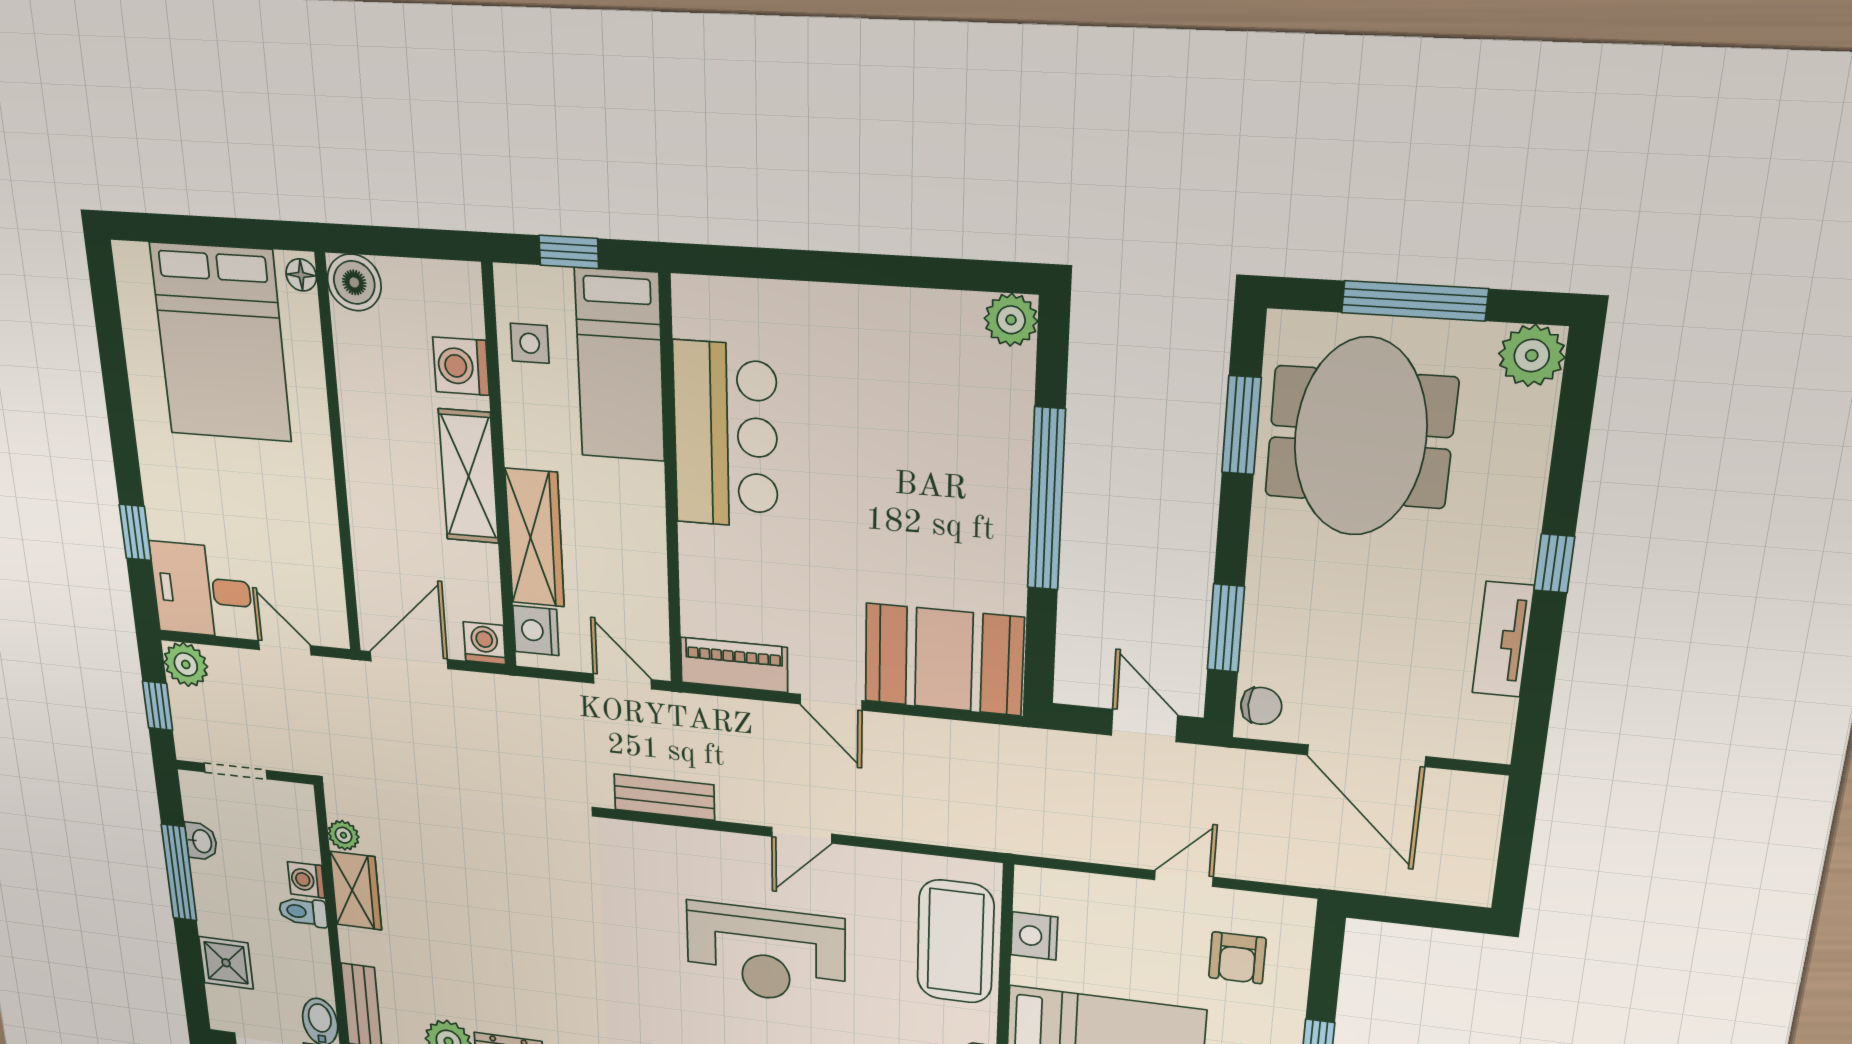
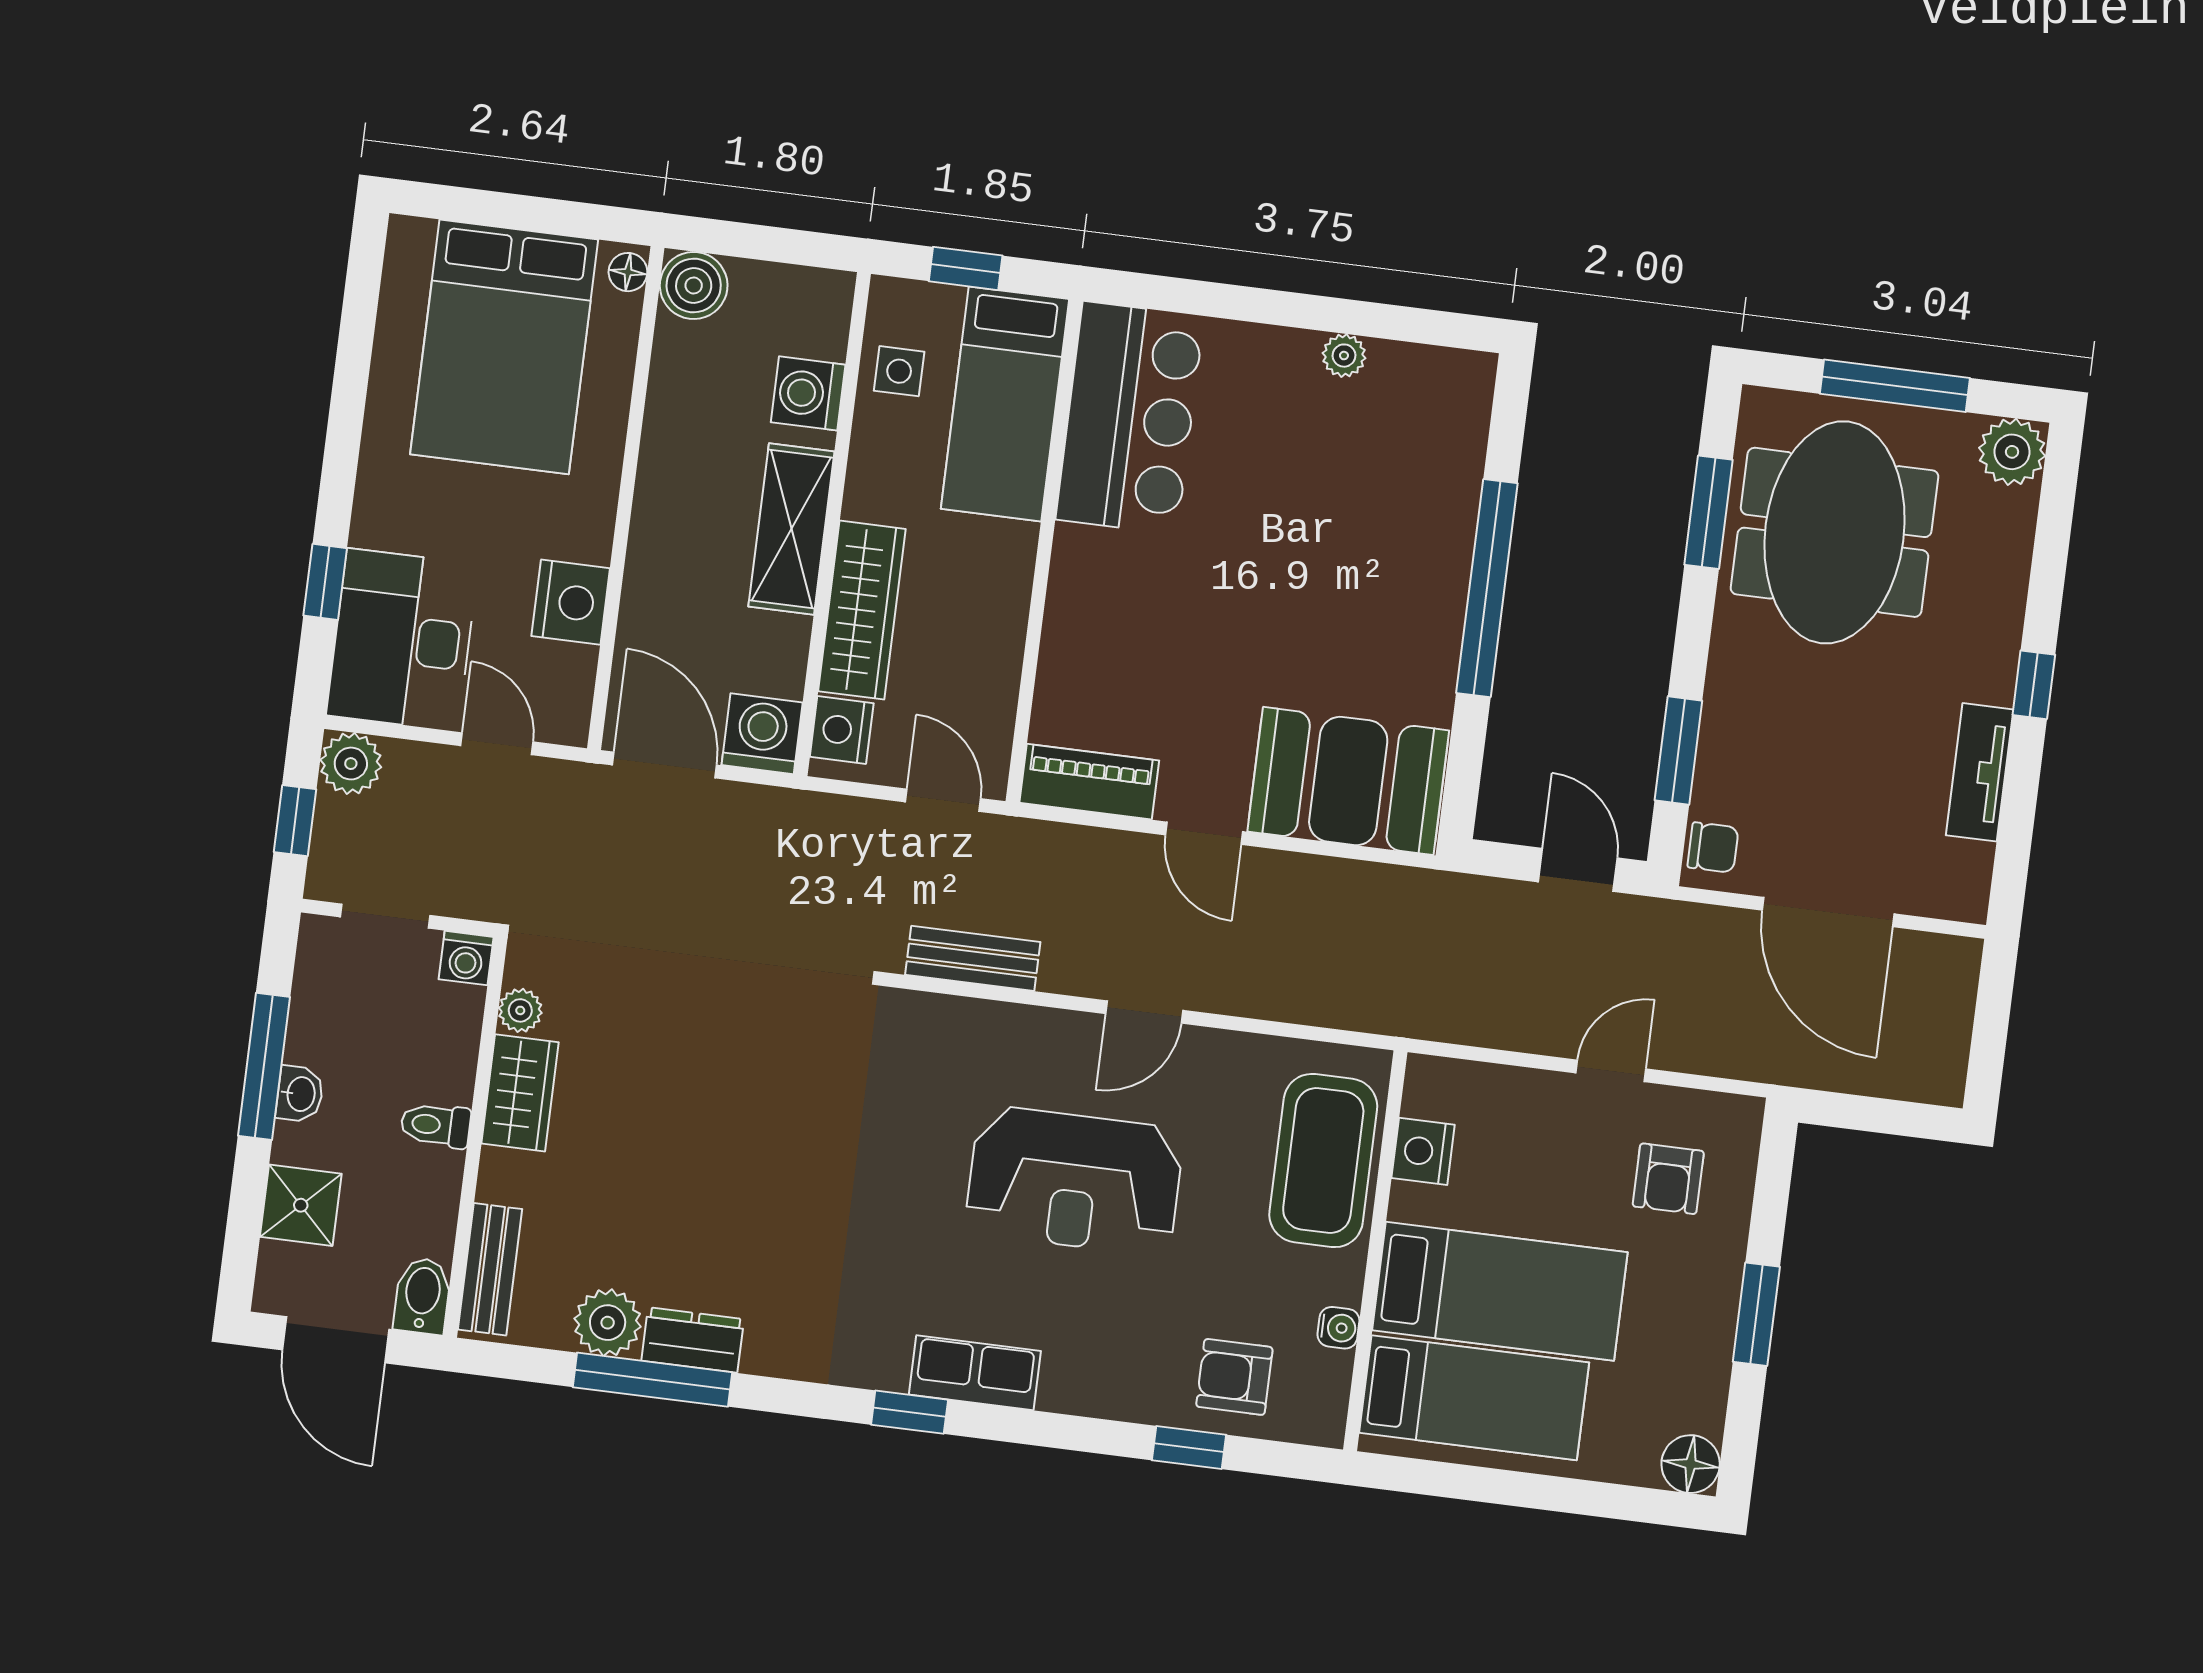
plant: (1011, 320) -> (1344, 356), moved, width x0.73, depth x0.73
bar counter: (726, 435) -> (1130, 418), moved
nightstand: (315, 541) -> (571, 602), added
desk: (202, 590) -> (402, 640), width x1.37
washing machine: (485, 643) -> (762, 734), width x1.38, depth x1.38
door: (409, 660) -> (664, 765), hinge flipped
washbasin: (201, 841) -> (300, 1094), moved
washing machine: (306, 880) -> (466, 958), moved, turned -90

